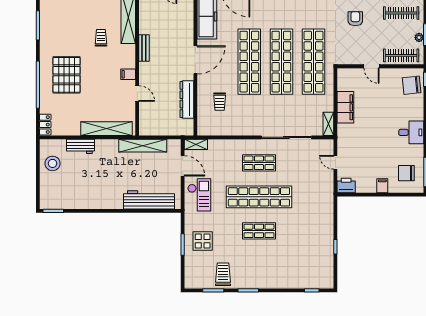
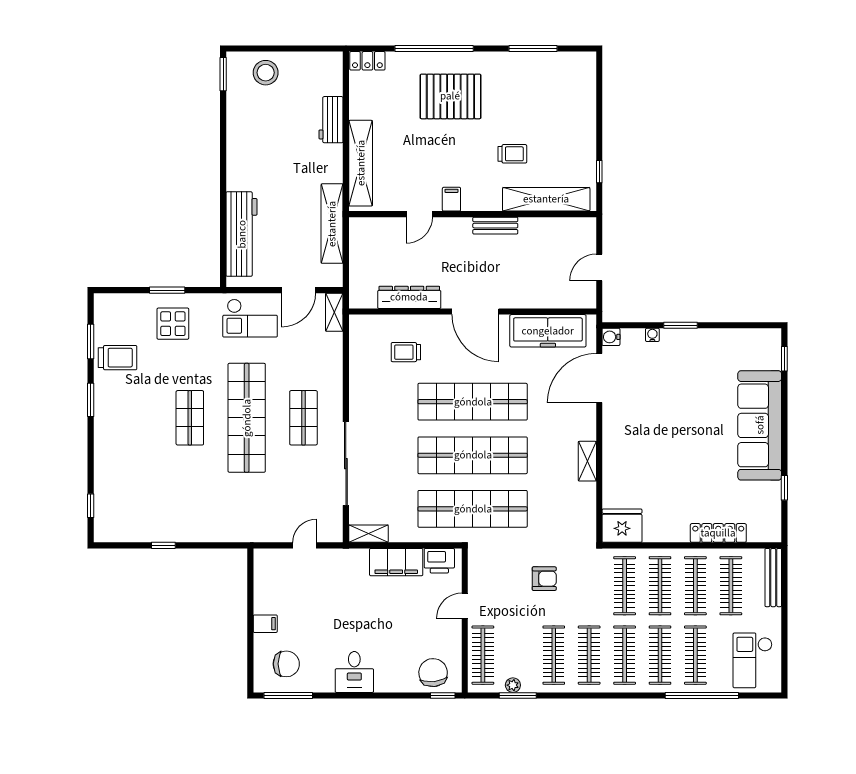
stool: (53, 163) -> (266, 73), moved
chair: (406, 173) -> (286, 664), turned 90
printer: (346, 185) -> (439, 561), moved, turned 90

